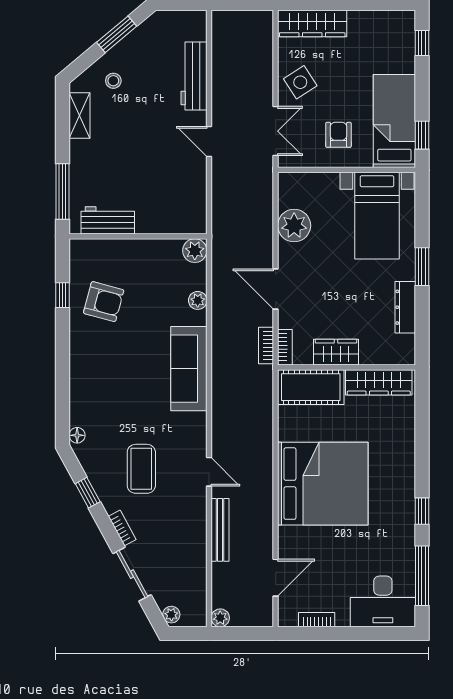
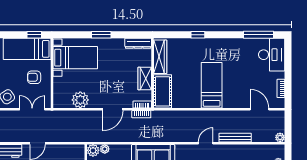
plant: (198, 300) -> (105, 149), moved
dresser: (405, 307) -> (138, 43), moved
bed: (323, 484) -> (212, 85), width x0.49
window: (422, 511) -> (198, 35), moved

